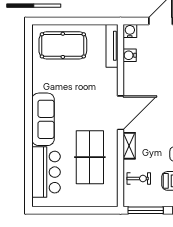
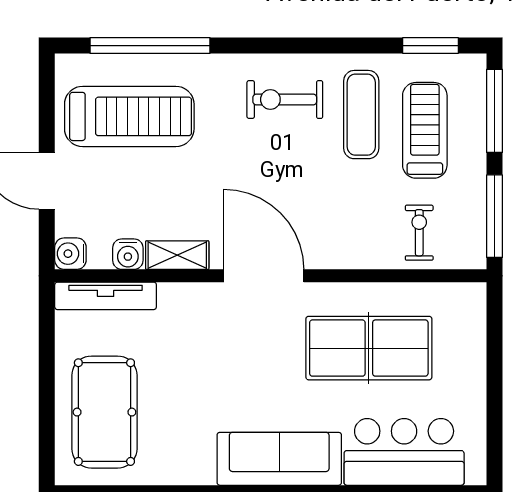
shelving: (129, 146) -> (177, 255), moved

